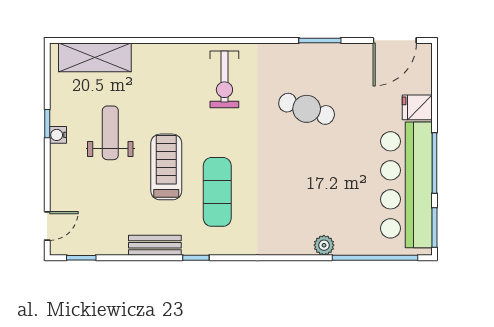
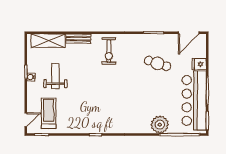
cafe table: (307, 109) -> (158, 63), moved
treadmill: (166, 167) -> (49, 113), moved
exercise mat: (217, 192) -> (105, 104), removed
bench: (155, 245) -> (78, 39), moved
plant: (324, 245) -> (160, 125), width x1.88, depth x1.88

